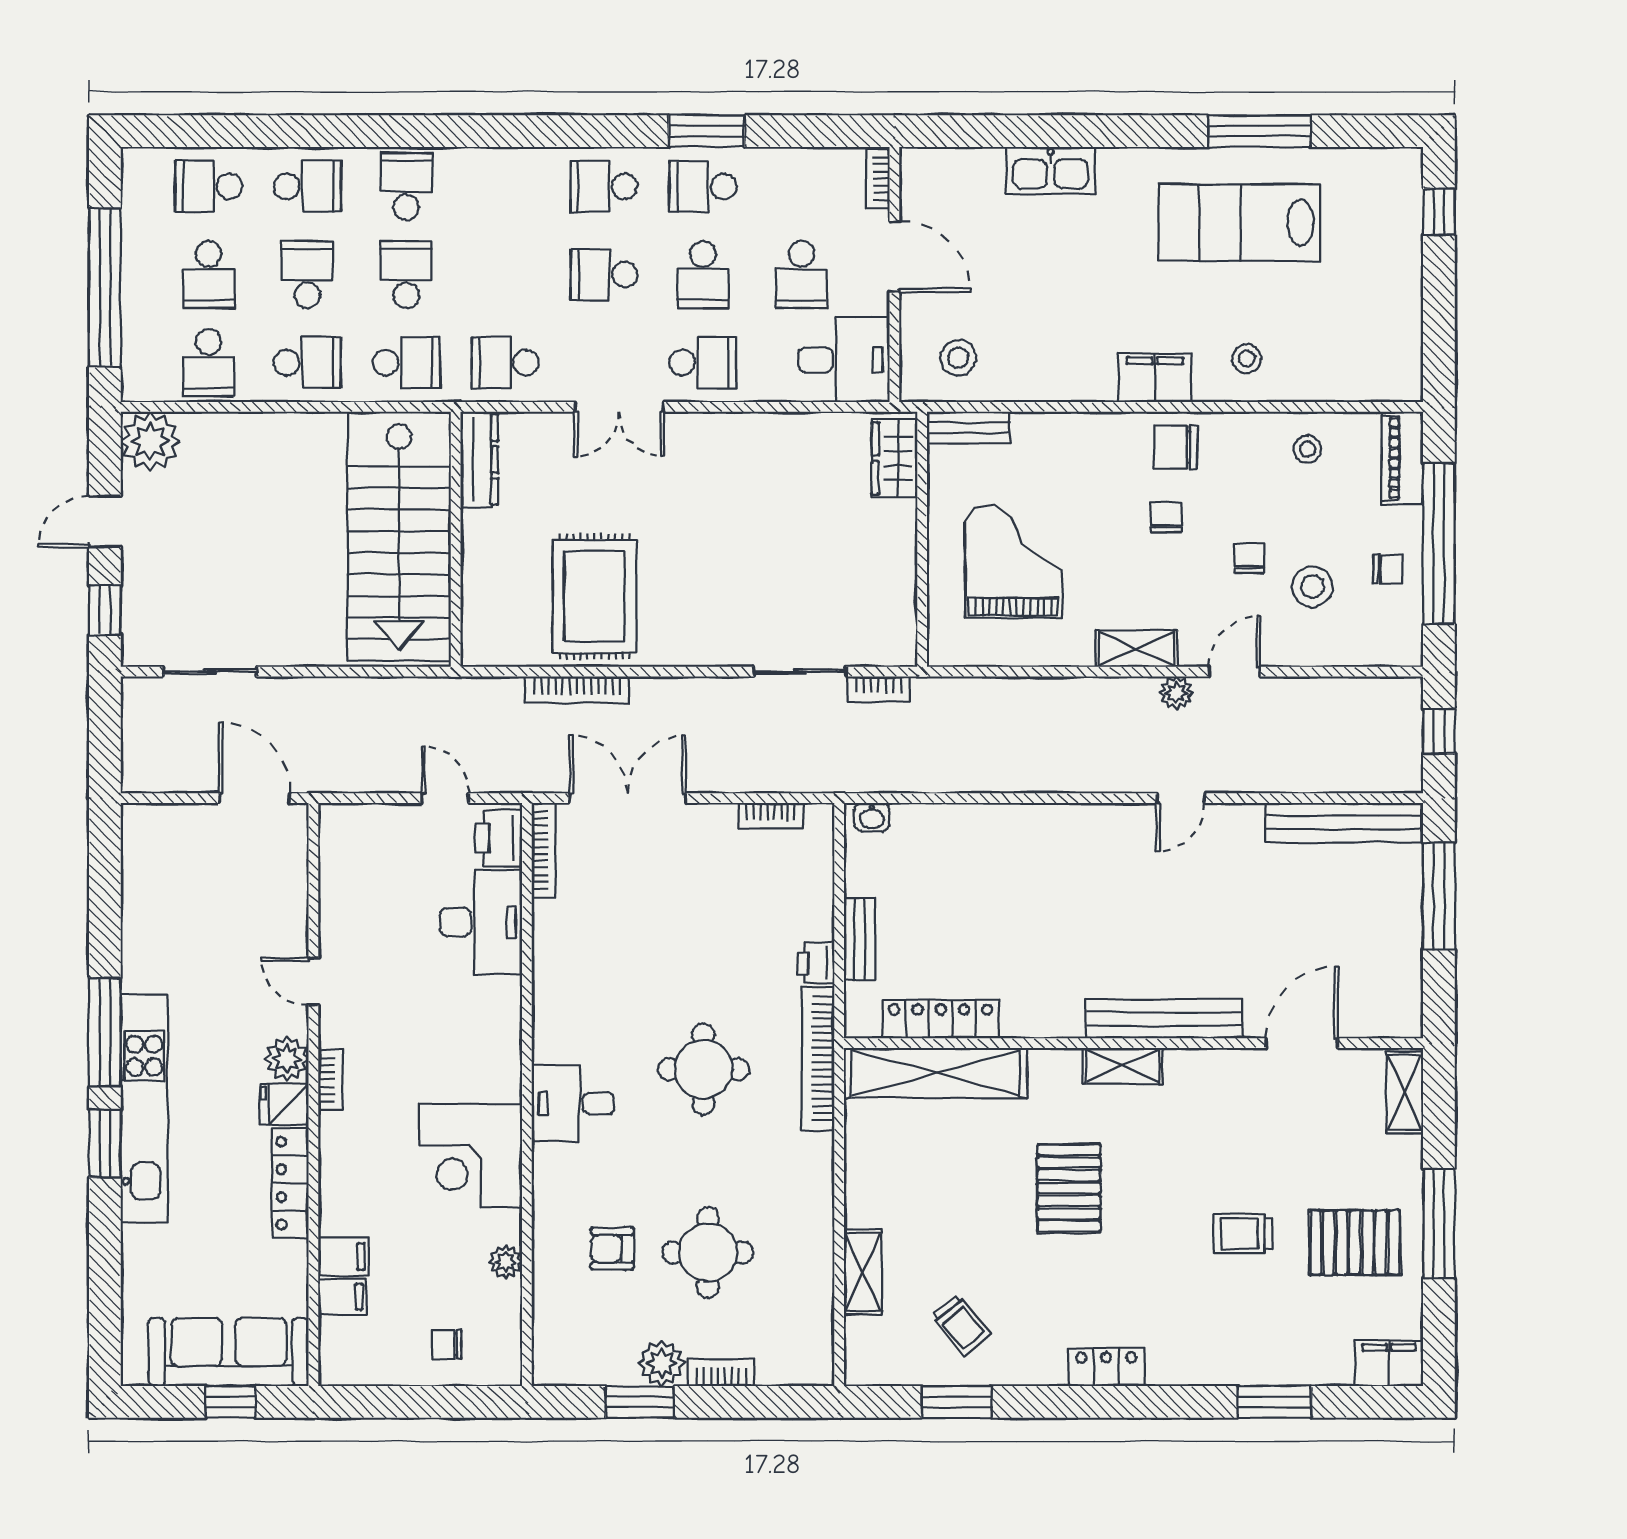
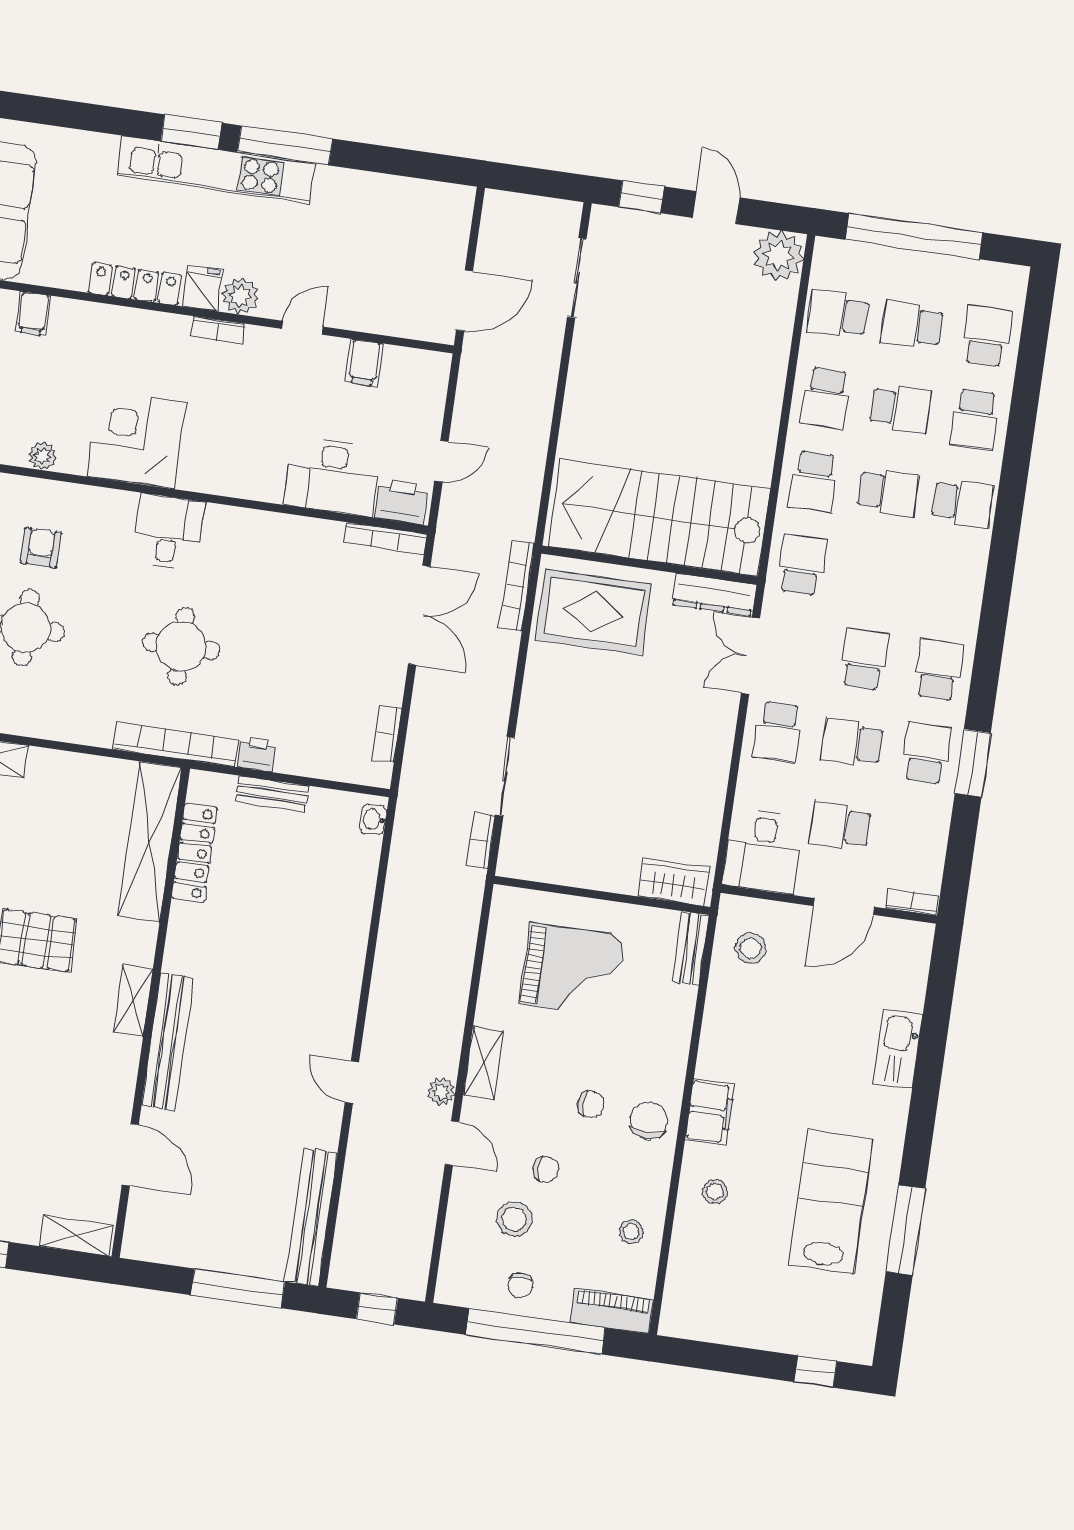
dresser: (479, 460) -> (714, 595), moved
stairs: (399, 536) -> (659, 518), moved
wall: (456, 539) -> (649, 565), moved
filing cabinet: (344, 1256) -> (364, 363), moved

